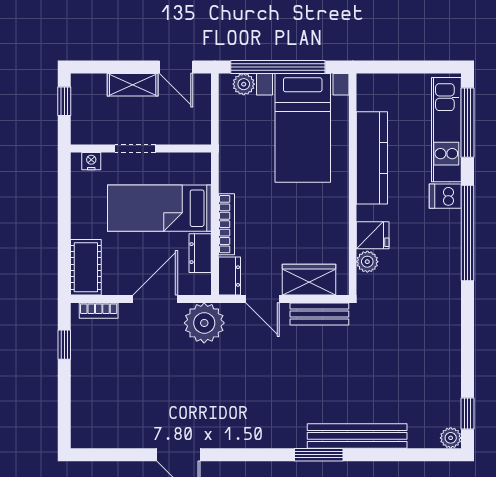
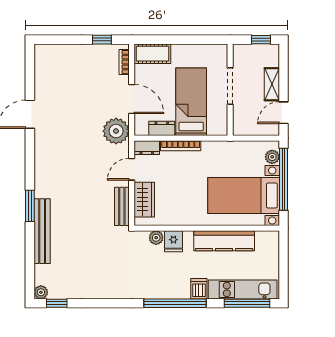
doorway: (135, 149) -> (230, 86), width x1.38
nightstand: (91, 161) -> (222, 57), removed

